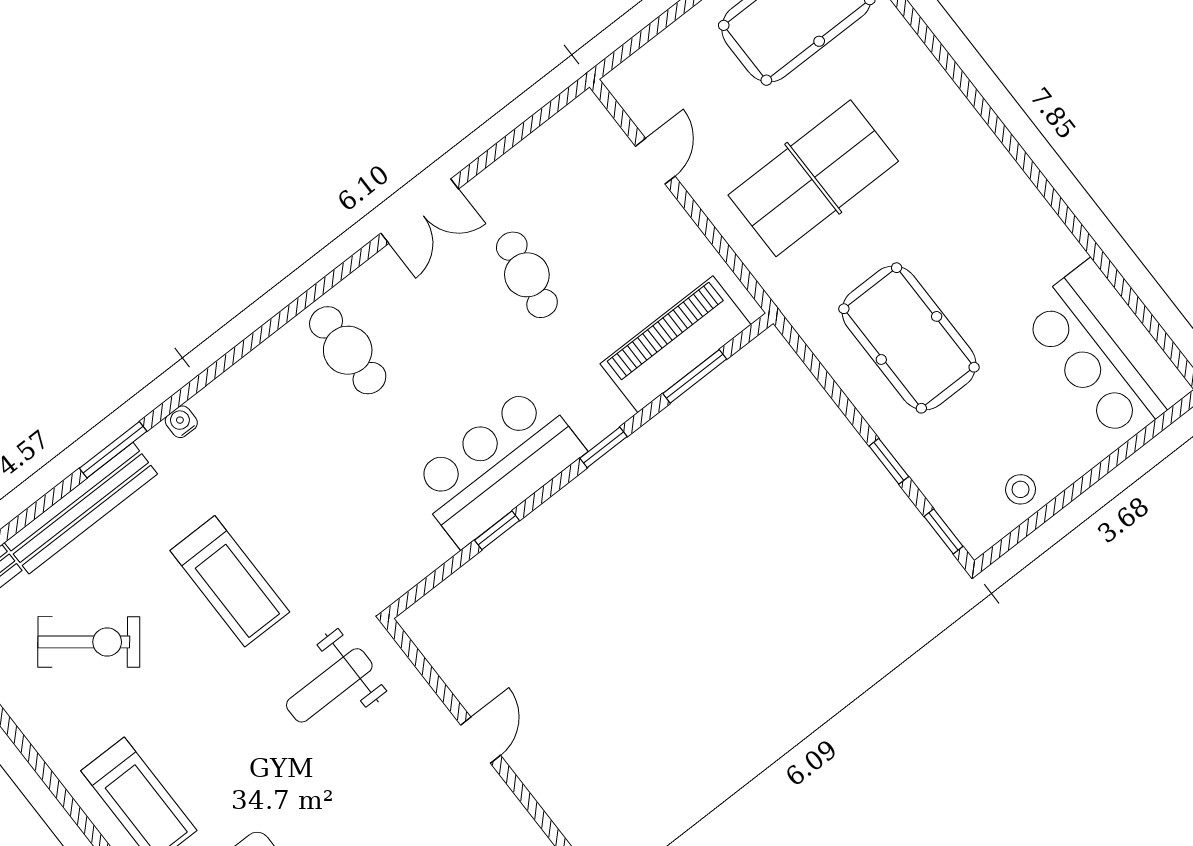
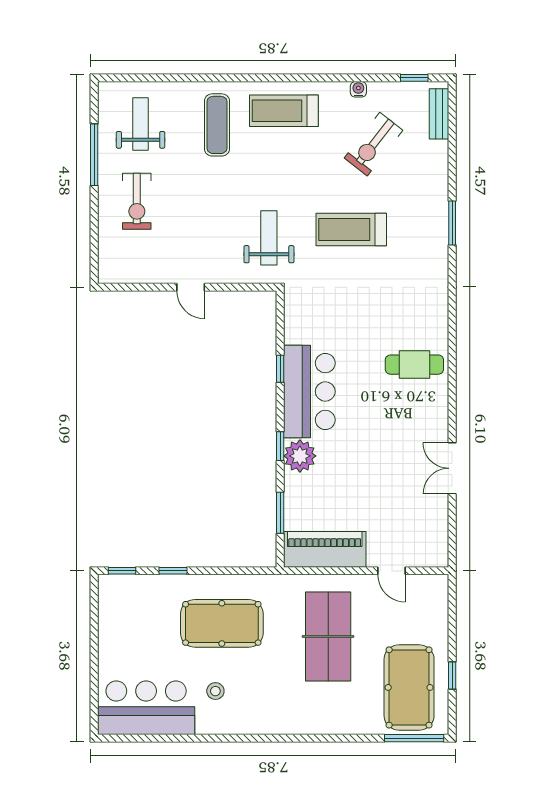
double door: (420, 211) -> (452, 468), moved
cafe table: (527, 275) -> (385, 472), removed
piano: (675, 344) -> (325, 549), moved, turned -90
plant: (596, 410) -> (300, 456), added
water cooler: (181, 422) -> (358, 89), moved, turned -90
stool: (1021, 489) -> (215, 691), moved
bench: (81, 508) -> (437, 188), removed

